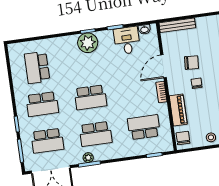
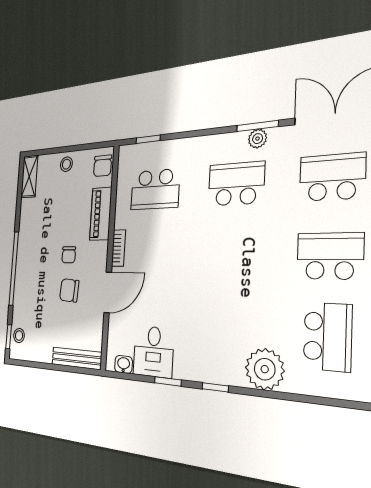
plant: (88, 43) -> (265, 369), moved
school desk: (90, 97) -> (233, 256), removed

